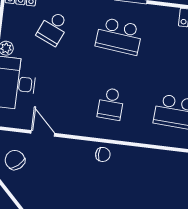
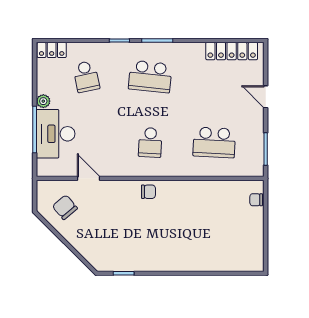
school desk: (53, 28) -> (86, 77), turned -36

